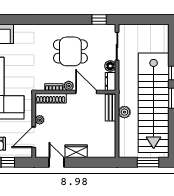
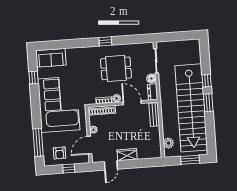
window: (99, 20) -> (105, 41), moved
plant: (124, 112) -> (168, 143), moved
door: (57, 162) -> (111, 165), swing flipped

